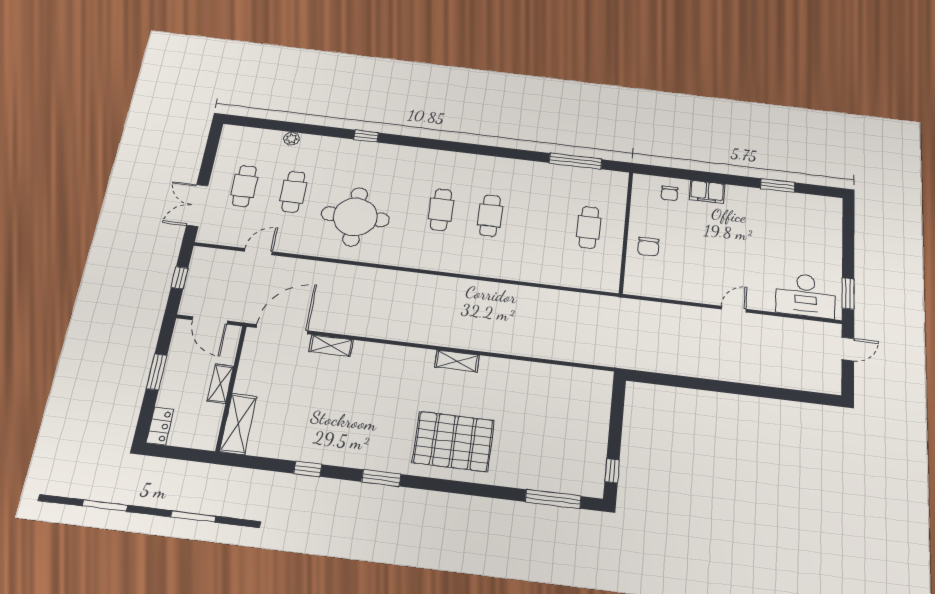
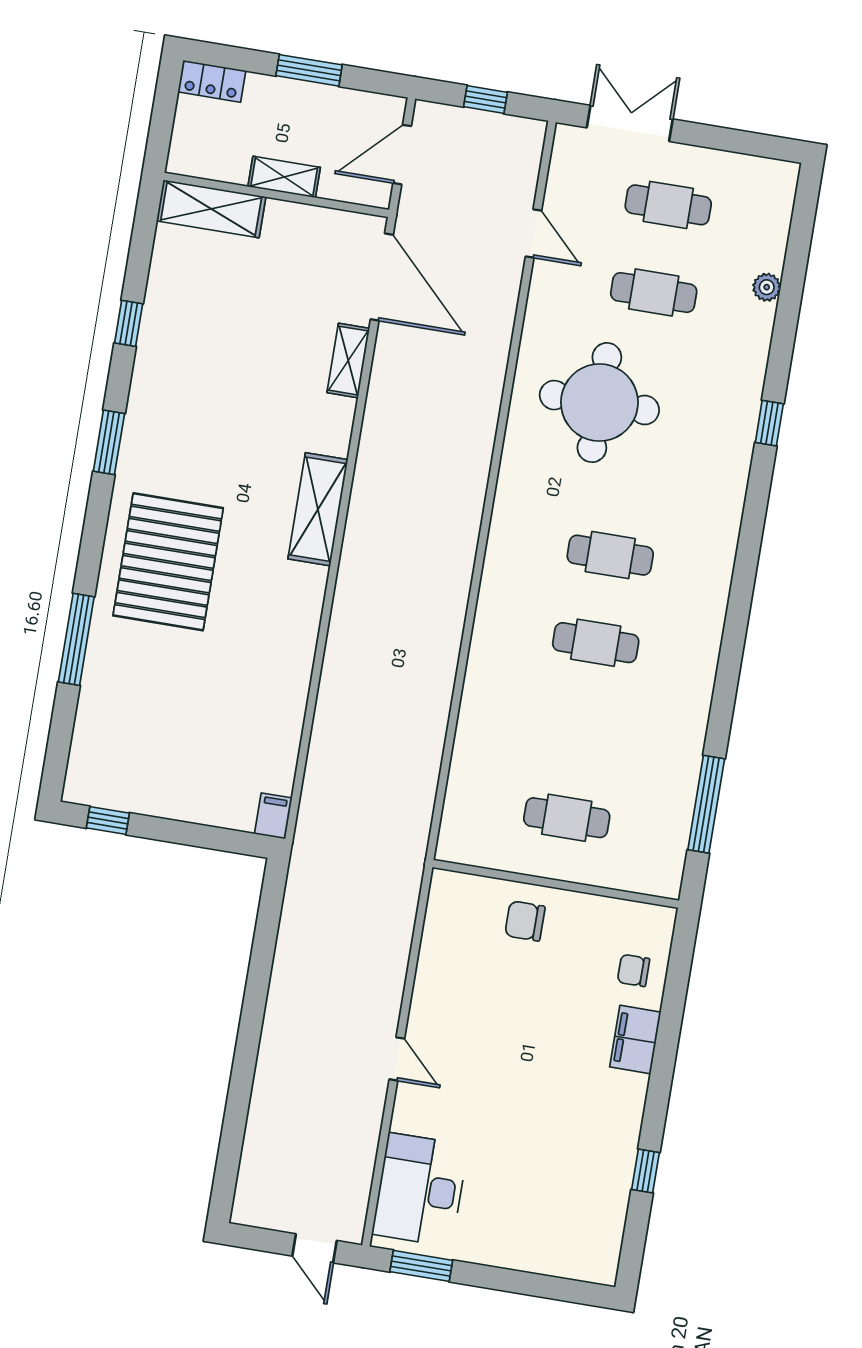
window: (778, 185) -> (645, 1171), width x0.67
shelving: (457, 361) -> (318, 509), moved, width x1.50, depth x1.33
filing cabinet: (601, 378) -> (273, 816), added
window: (553, 499) -> (76, 639), moved

